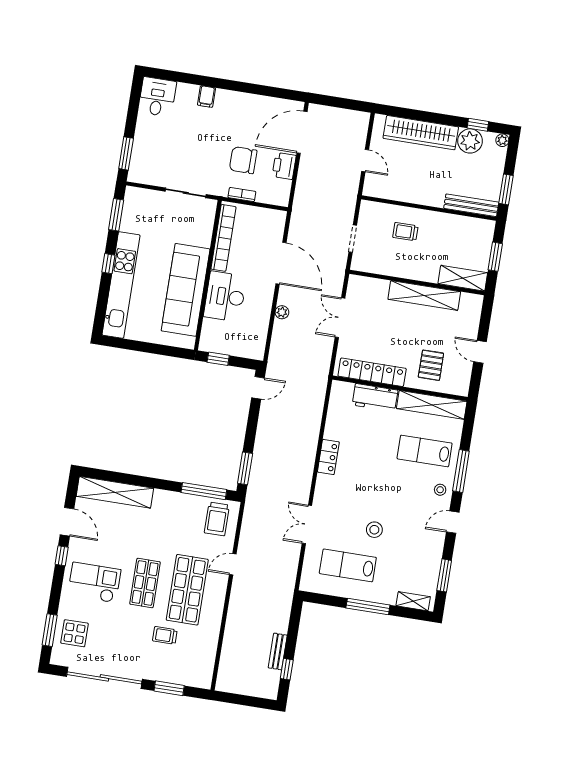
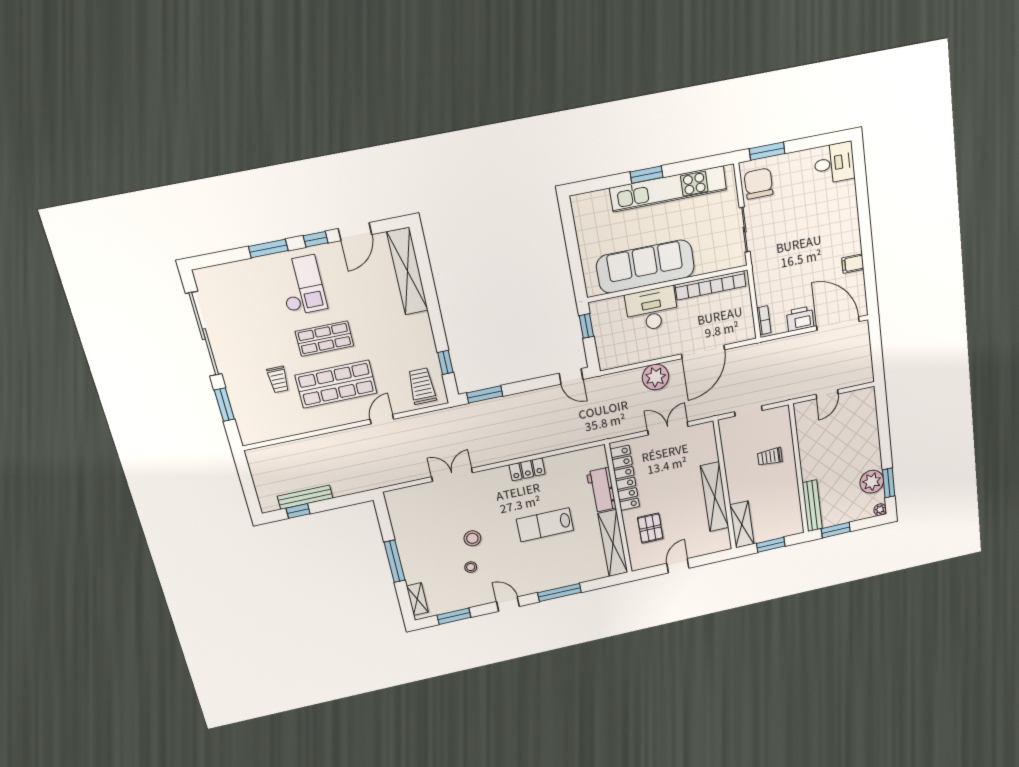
filing cabinet: (206, 97) -> (853, 264), moved
window: (478, 125) -> (889, 483), width x1.50
wardrobe: (421, 133) -> (868, 435), removed
chair: (243, 160) -> (759, 184), moved
bookcase: (242, 194) -> (764, 320), moved
window: (116, 215) -> (700, 164), removed
trolley: (405, 232) -> (770, 457), turned -90
window: (108, 264) -> (647, 175), width x1.50
kitchen unit: (121, 285) -> (668, 189), moved
plant: (282, 312) -> (656, 377), width x1.88, depth x1.88
pallet: (431, 365) -> (650, 528), turned 90
lab bench: (425, 451) -> (545, 525), moved, turned -90
stool: (440, 490) -> (471, 567), moved
window: (204, 491) -> (445, 362), width x0.46
trolley: (217, 519) -> (422, 386), turned 90
door: (233, 564) -> (382, 419), hinge flipped
lab bench: (348, 565) -> (427, 528), removed
window: (50, 630) -> (268, 248), moved
display table: (75, 633) -> (237, 284), removed
trolley: (165, 635) -> (278, 379), turned 180
bench: (278, 651) -> (305, 497), width x1.36

